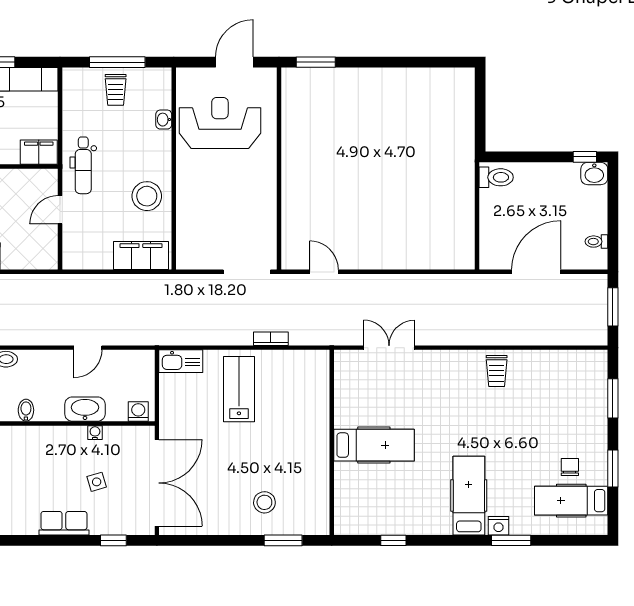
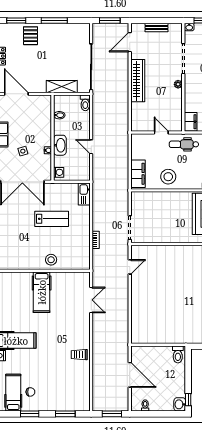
lab bench: (239, 389) -> (52, 219), moved
stool: (264, 502) -> (51, 260), moved

